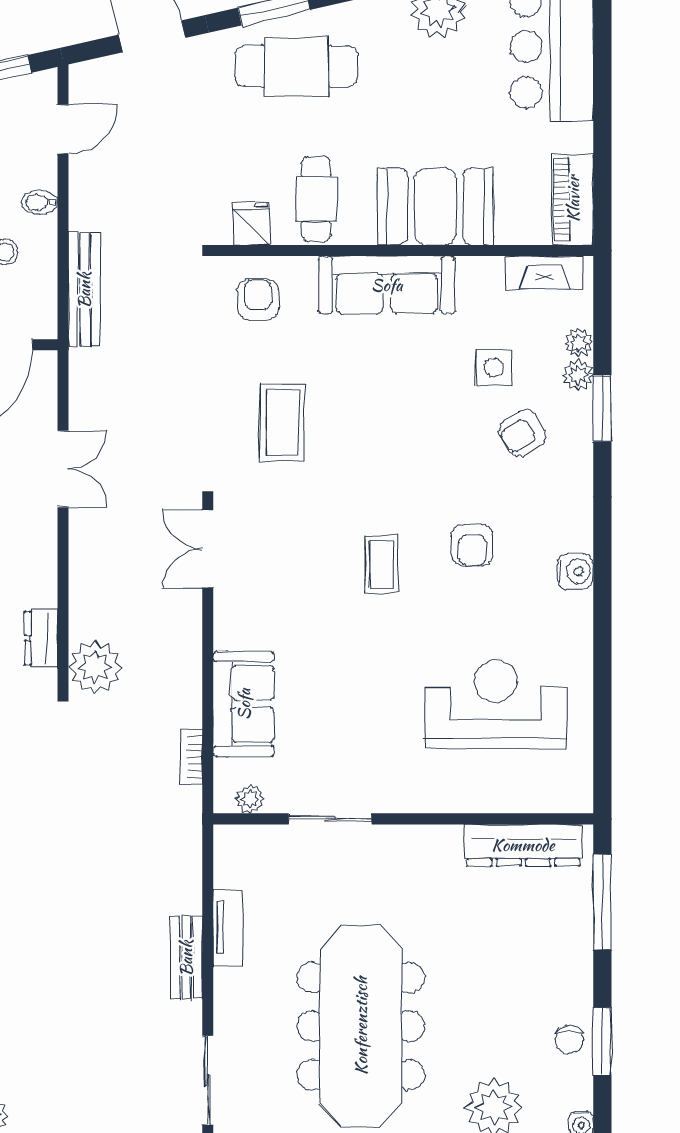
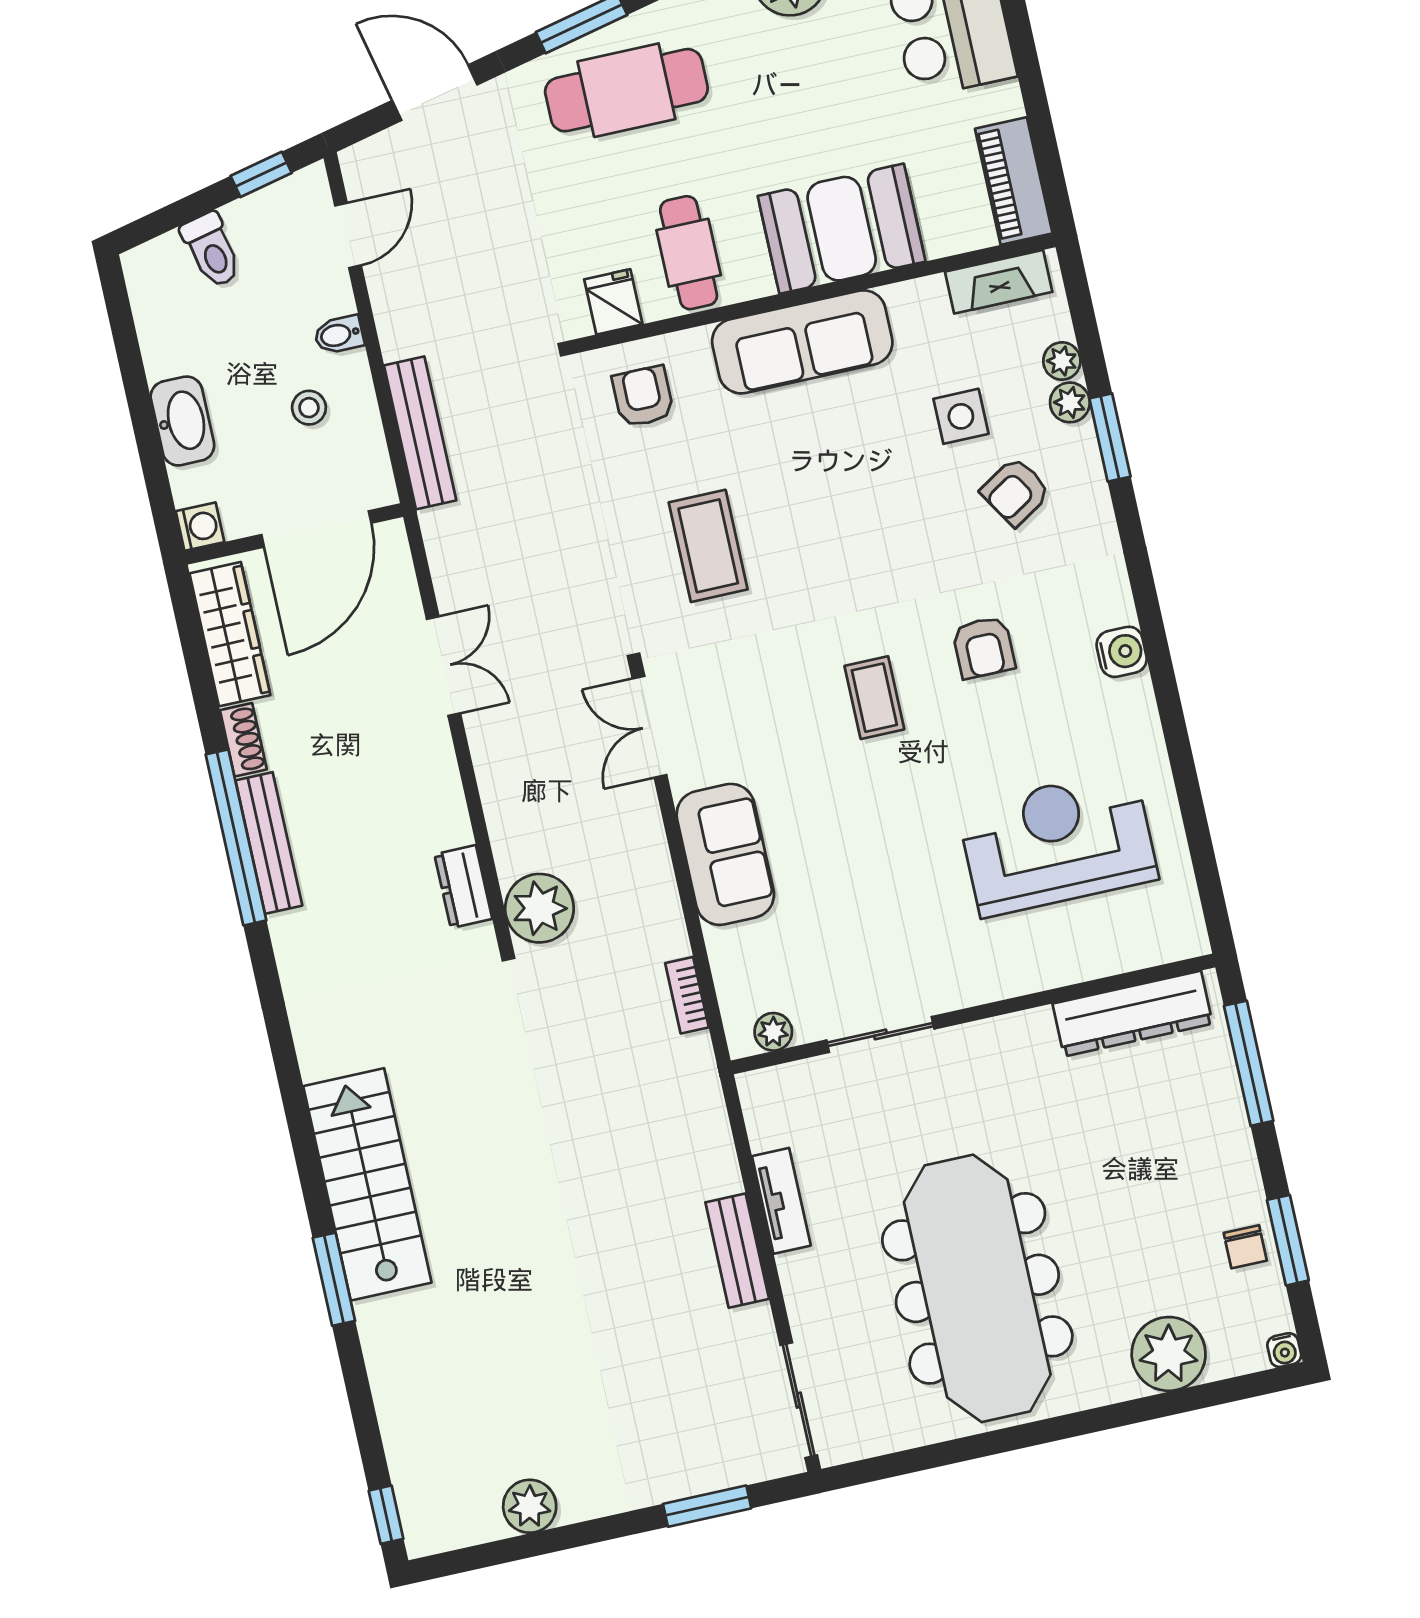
sofa: (244, 704) -> (725, 854), moved

